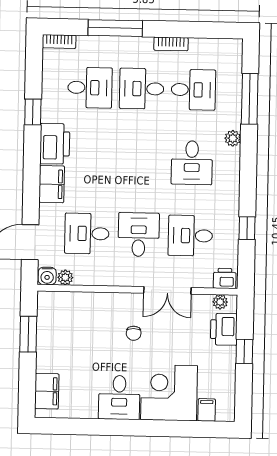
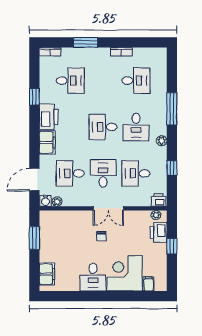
window: (115, 28) -> (86, 42), width x0.69
desk: (142, 89) -> (103, 127), moved
window: (250, 99) -> (172, 109), moved
plant: (233, 138) -> (162, 141), moved
double door: (167, 290) -> (108, 208), moved

